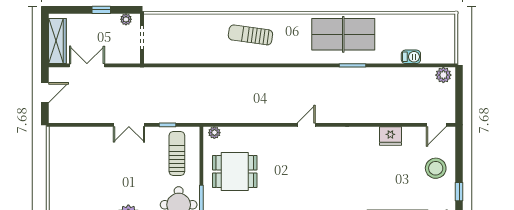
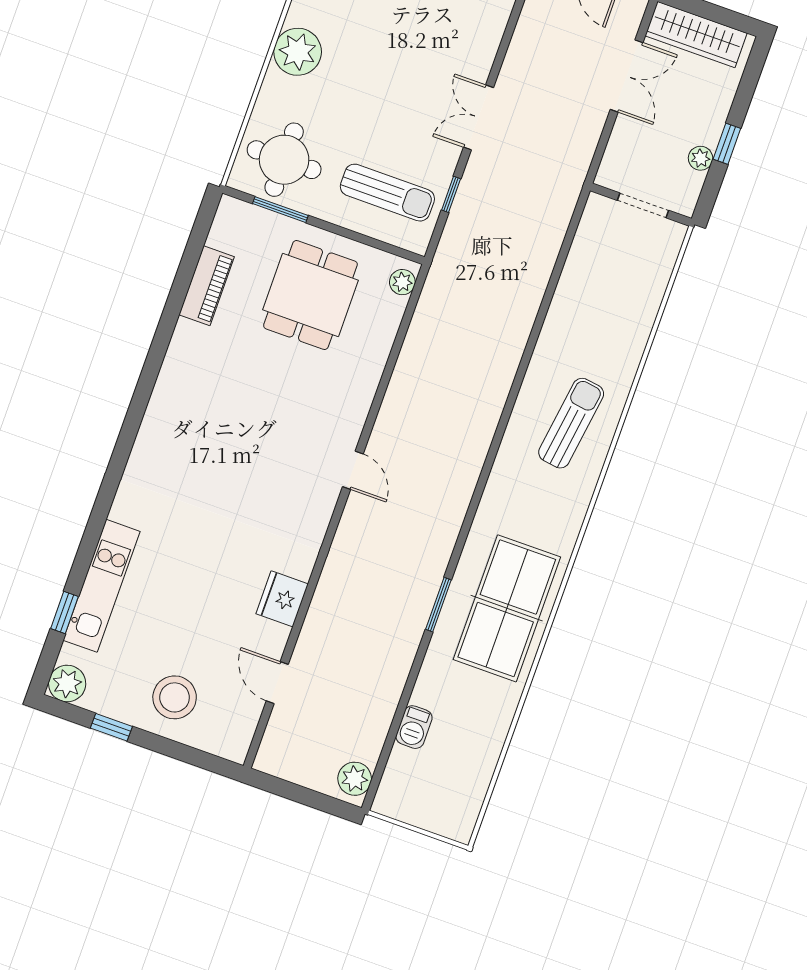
plant: (126, 19) -> (701, 158), moved
door: (436, 125) -> (277, 683), moved
fridge: (390, 136) -> (282, 599), moved

